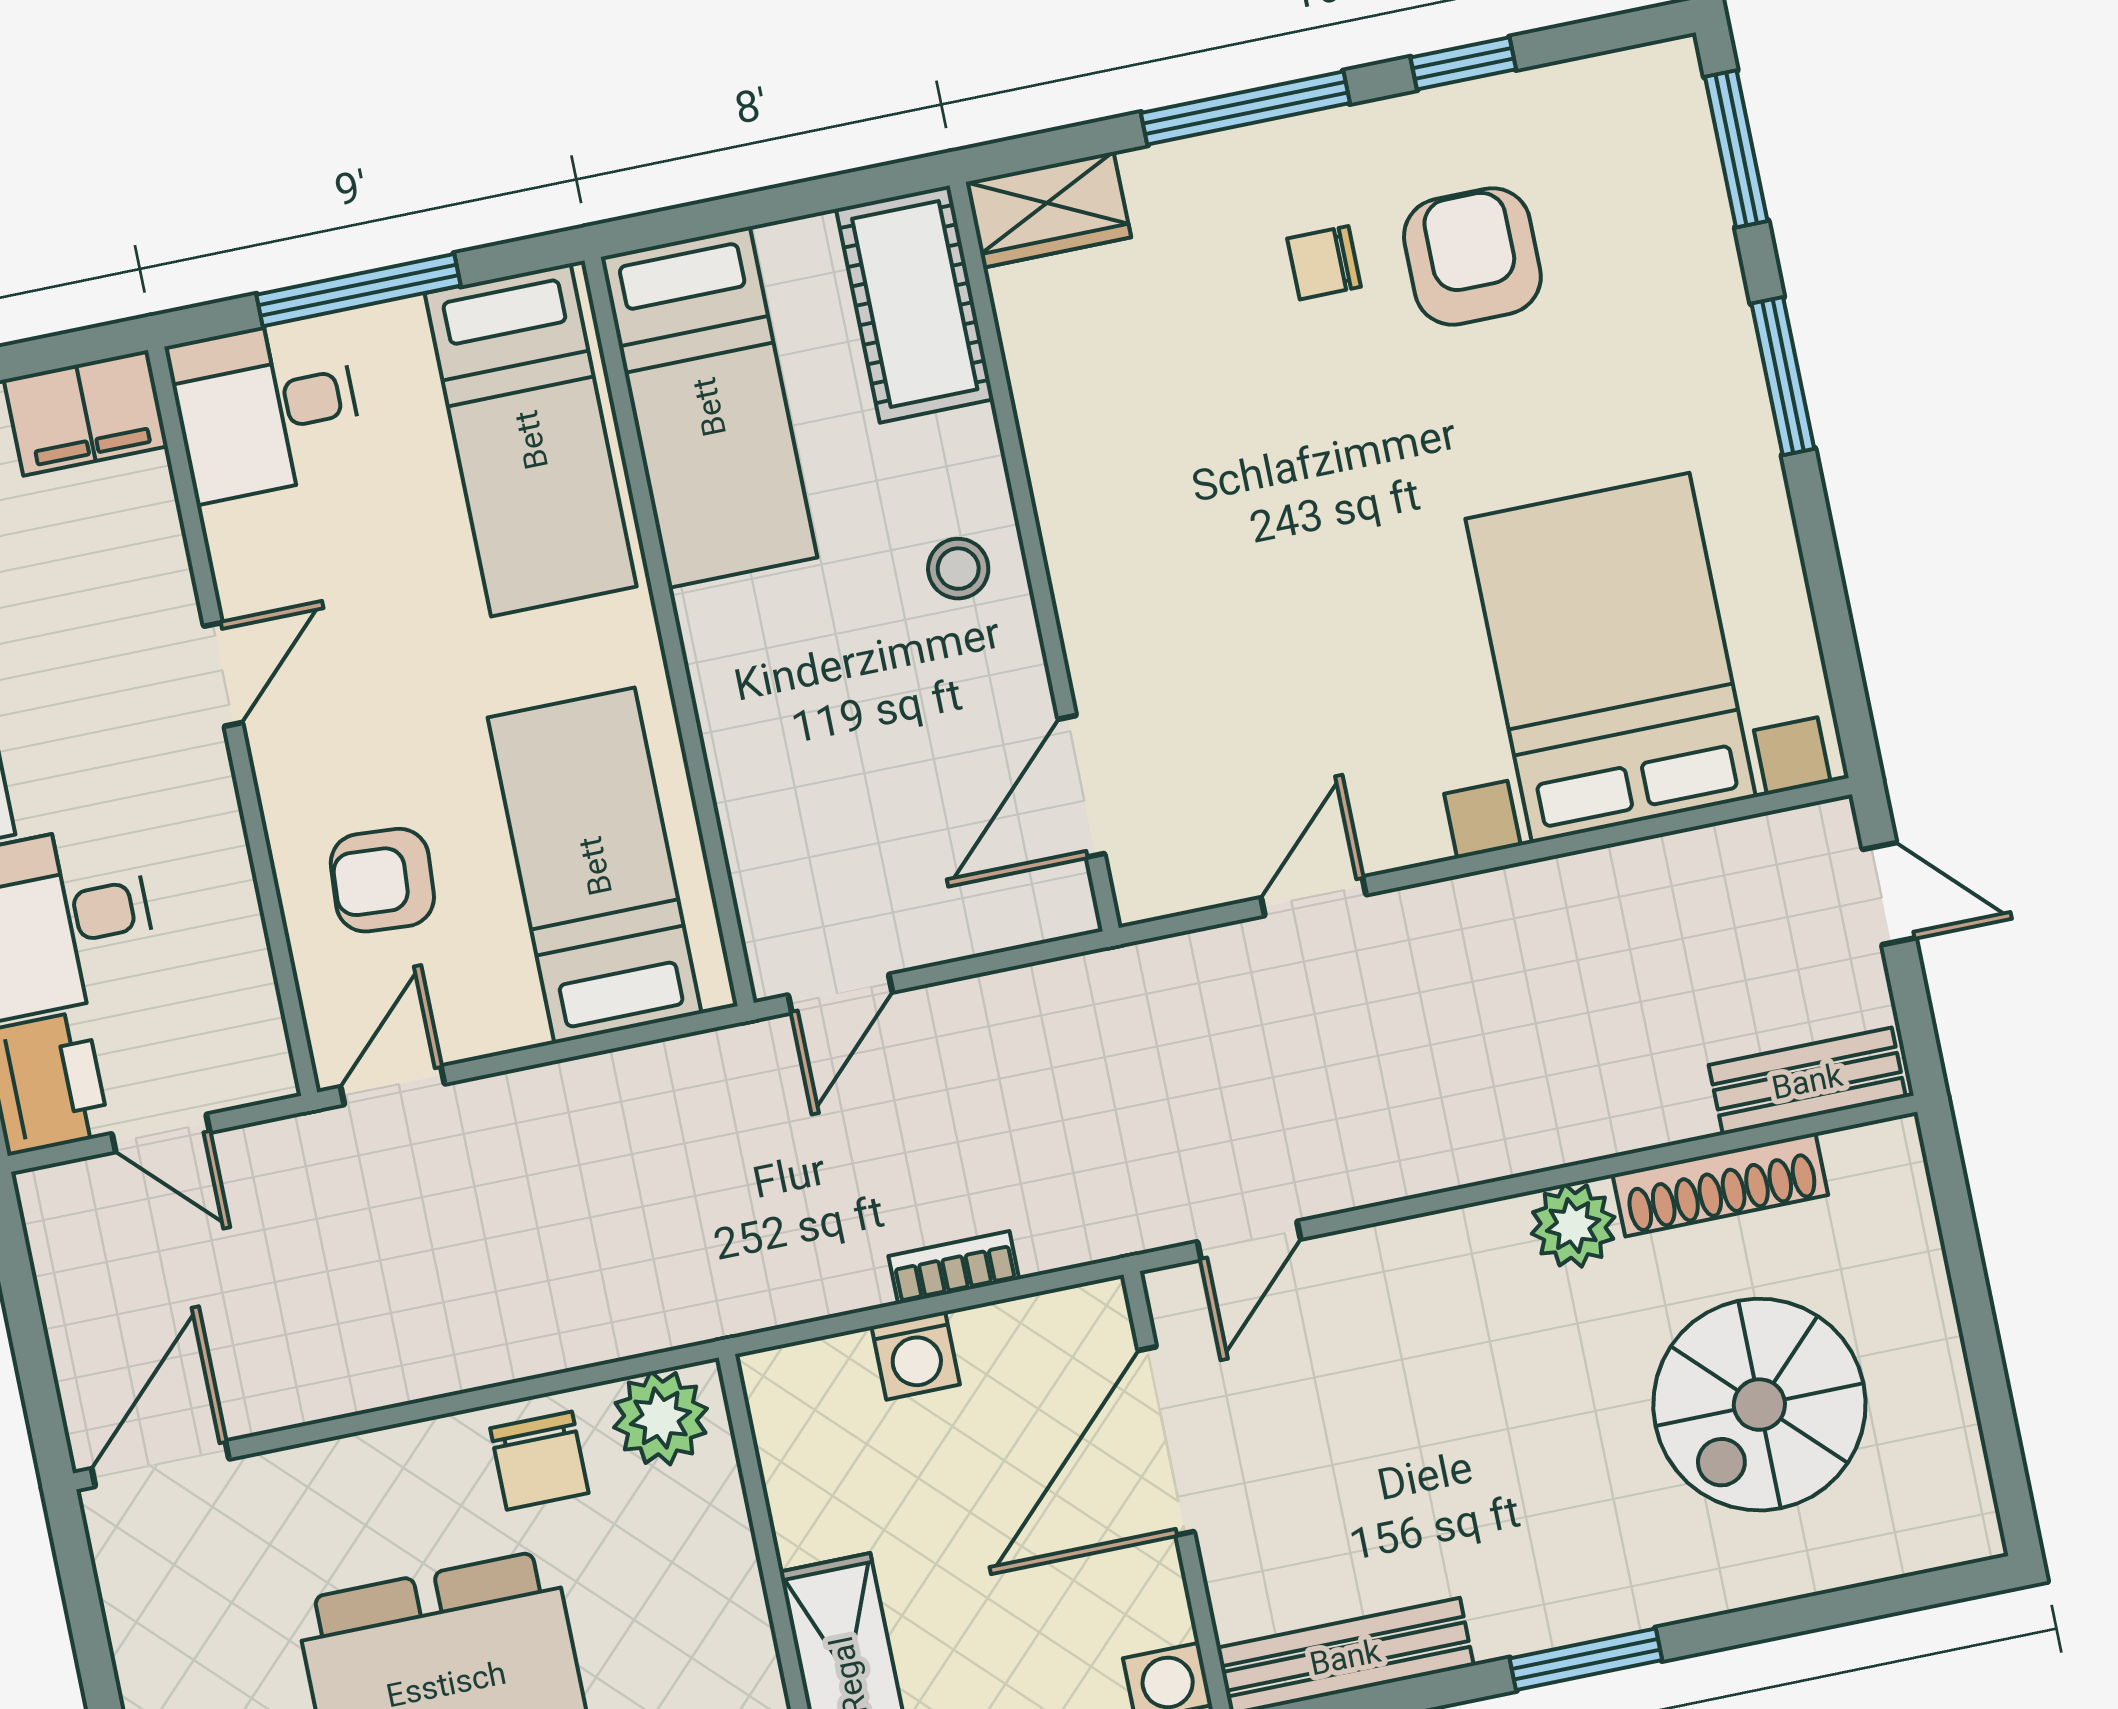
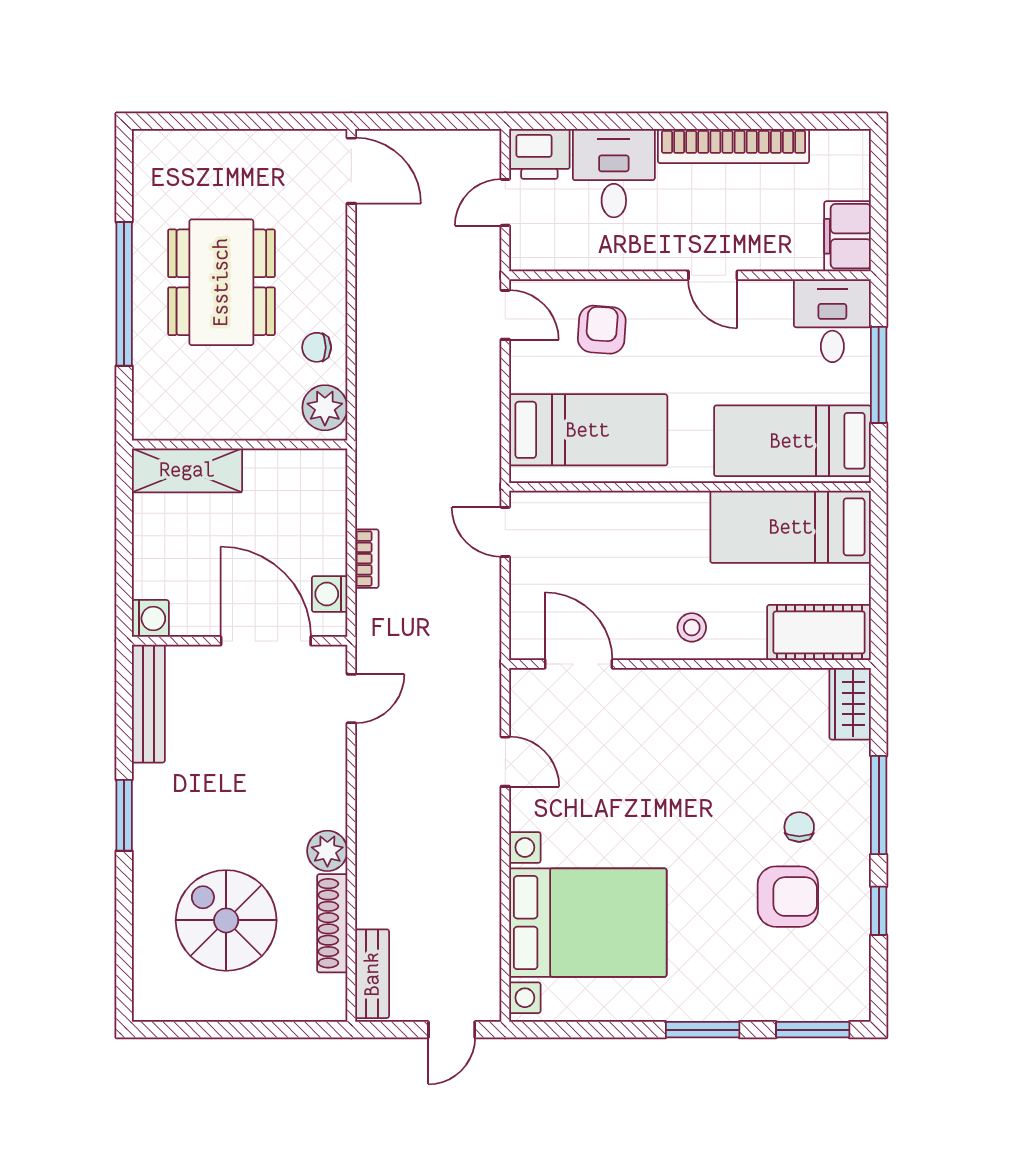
door: (1249, 1240) -> (351, 699), swing flipped
washing machine: (916, 1355) -> (330, 594), moved
chair: (539, 1461) -> (317, 347), width x0.73, depth x0.73

